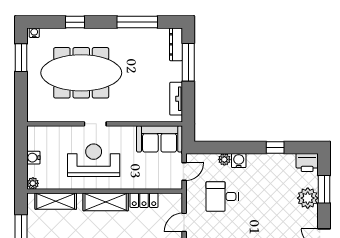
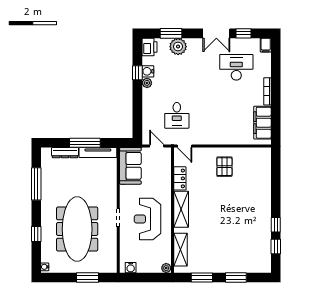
dresser: (176, 44) -> (65, 153), moved
window: (21, 58) -> (87, 278), moved
window: (188, 62) -> (85, 143), moved
tv unit: (176, 99) -> (98, 153), width x1.41
water cooler: (33, 158) -> (131, 268), moved
plant: (224, 159) -> (147, 83), moved
water cooler: (239, 161) -> (148, 71), moved
door: (184, 222) -> (185, 146), moved

